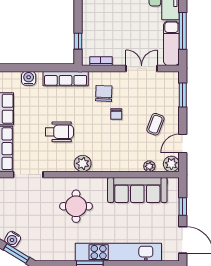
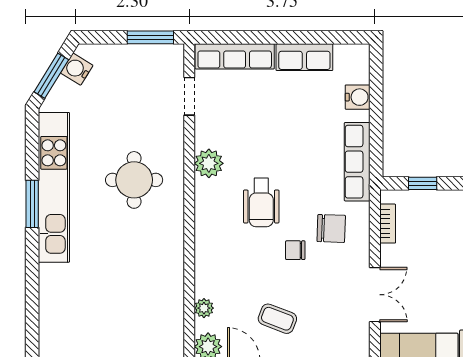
wheelchair: (59, 132) -> (261, 203), moved
plant: (83, 163) -> (209, 163), moved
doorway: (28, 175) -> (189, 96), width x0.73
sofa: (137, 190) -> (162, 287), removed
kitchen unit: (118, 252) -> (54, 187), moved

